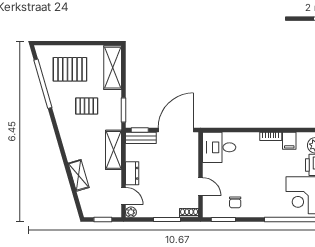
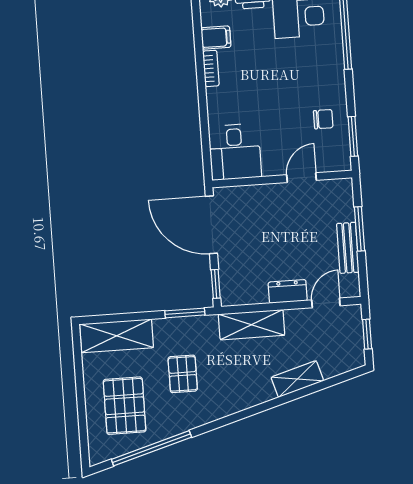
bench: (141, 138) -> (348, 248), moved
plant: (131, 212) -> (352, 289), removed
shoe rack: (189, 213) -> (346, 193), removed

